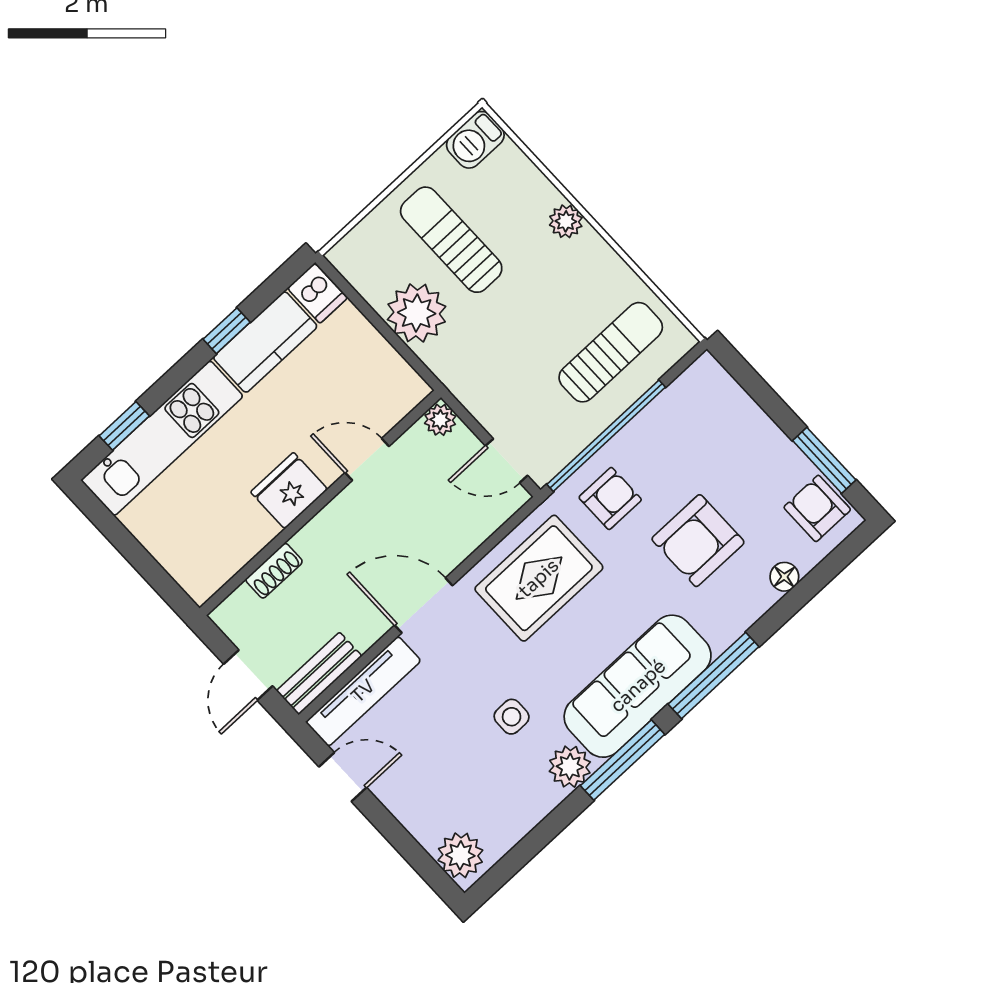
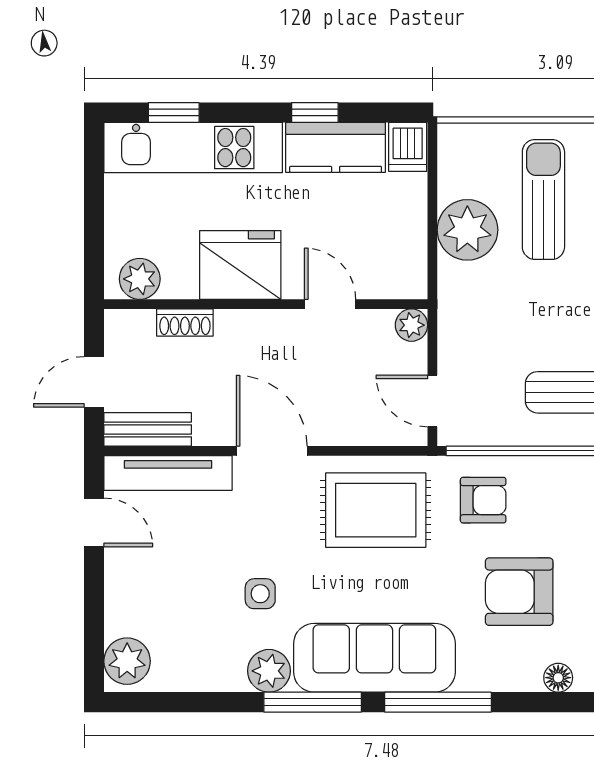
fridge: (289, 491) -> (240, 265), width x1.36, depth x1.34
plant: (212, 570) -> (140, 279), added

